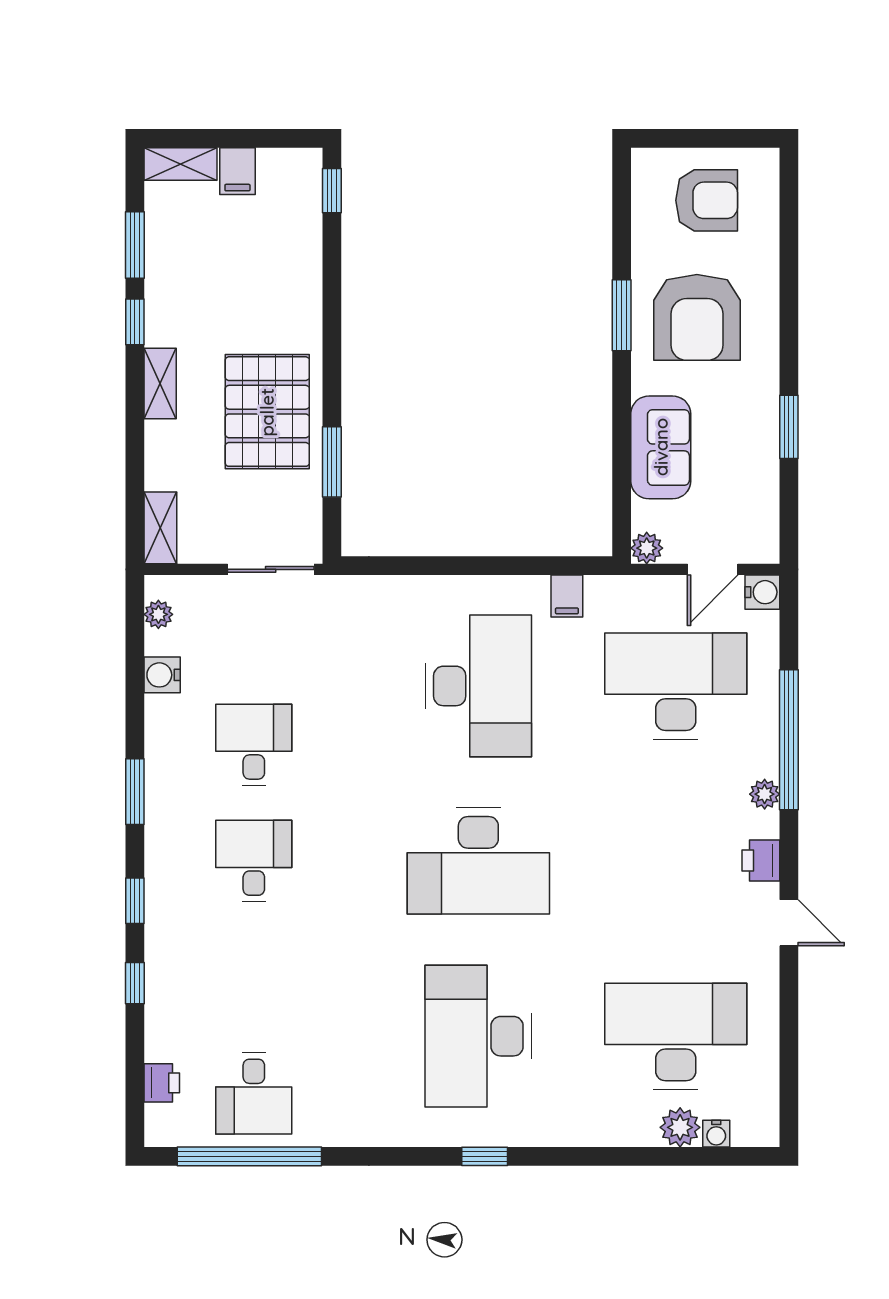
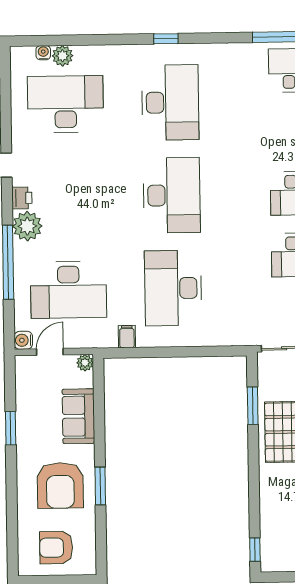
armchair: (697, 317) -> (60, 485), turned 180
plant: (765, 794) -> (27, 226), width x1.87, depth x1.87
desk: (478, 861) -> (172, 195), turned 90
desk: (676, 1036) -> (66, 104), turned 180

